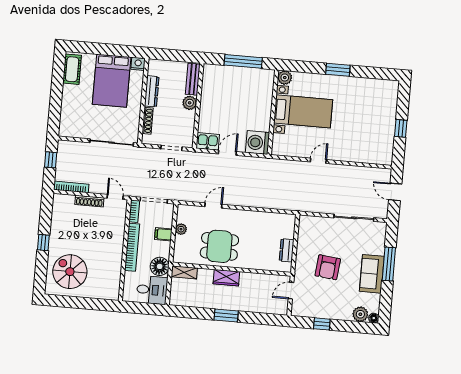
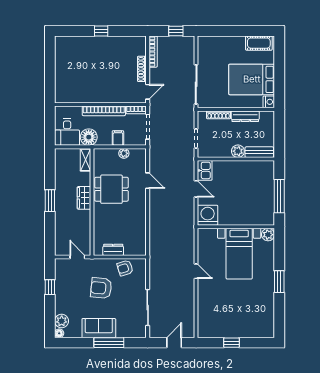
armchair: (308, 239) -> (125, 268), added
dining table: (219, 246) -> (111, 189), turned 90
spiral stairs: (70, 272) -> (77, 57), removed

